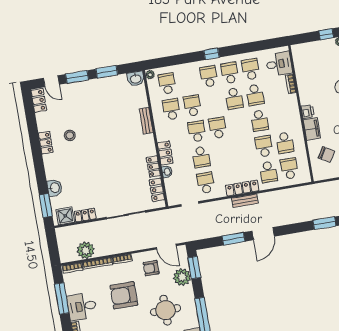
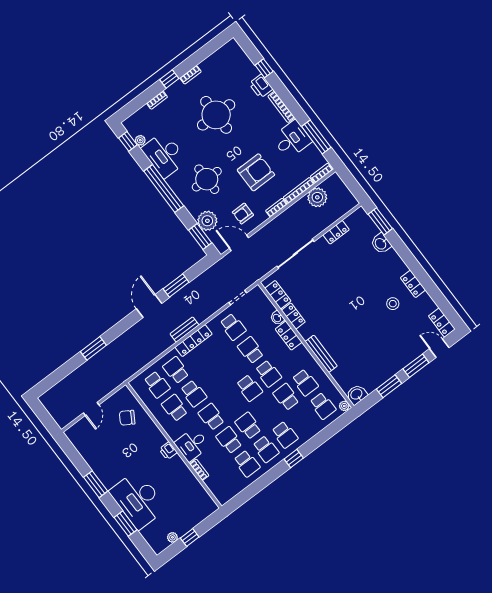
desk: (279, 64) -> (192, 444), moved
school desk: (192, 106) -> (286, 397), turned 180
bench: (146, 121) -> (321, 354), width x1.36
filing cabinet: (312, 129) -> (155, 436), removed
shower: (65, 216) -> (356, 221), removed
armchair: (151, 268) -> (243, 214), turned 180

